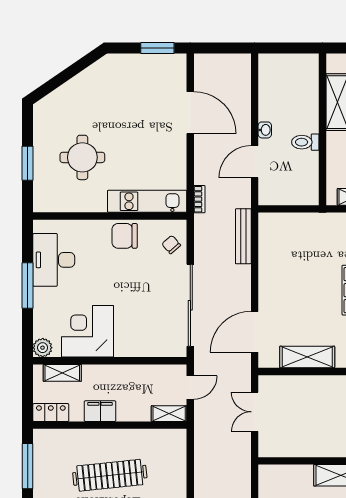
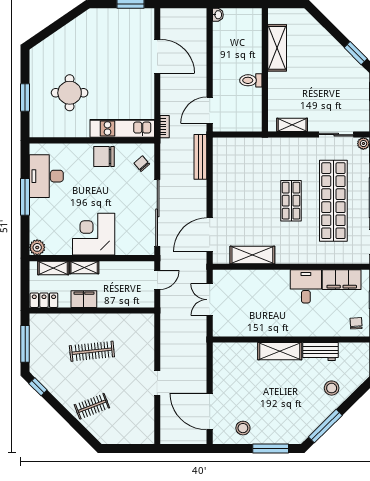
washbasin: (265, 130) -> (218, 15), moved
door: (255, 162) -> (210, 110), moved
corner desk: (88, 331) -> (94, 234), moved
shelving: (169, 414) -> (84, 267), moved
clothes rail: (110, 475) -> (92, 351), width x0.73, depth x0.76

